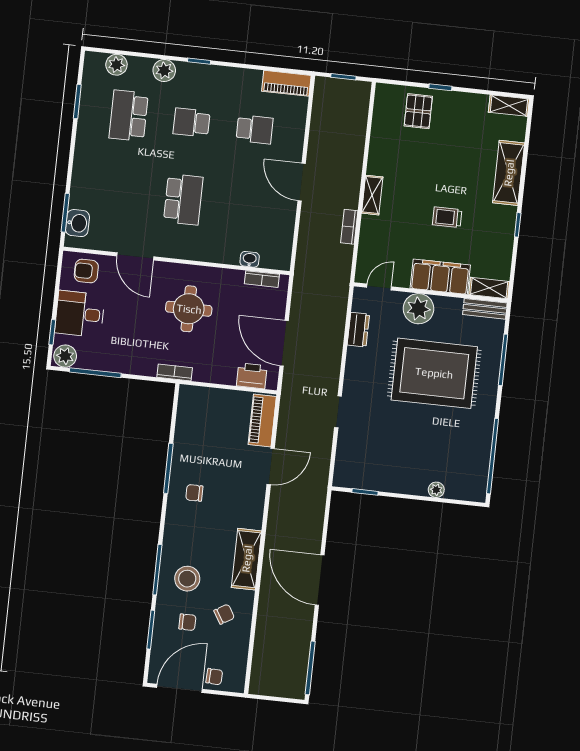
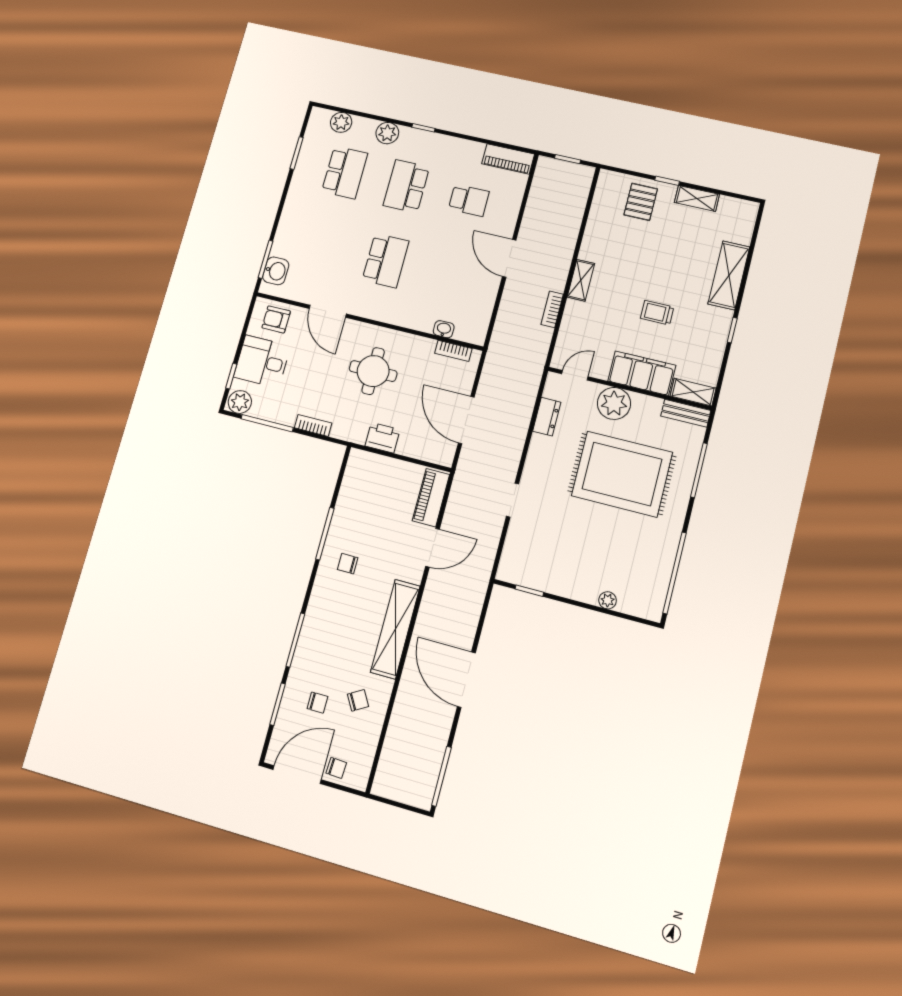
shelving: (509, 106) -> (697, 198), moved
school desk: (129, 116) -> (345, 172), turned 180
school desk: (192, 123) -> (406, 186), width x1.85
bookcase: (175, 372) -> (313, 425), moved
printer: (252, 376) -> (382, 438), moved
shelving: (247, 559) -> (395, 629), width x1.47
stool: (187, 579) -> (325, 655), removed

